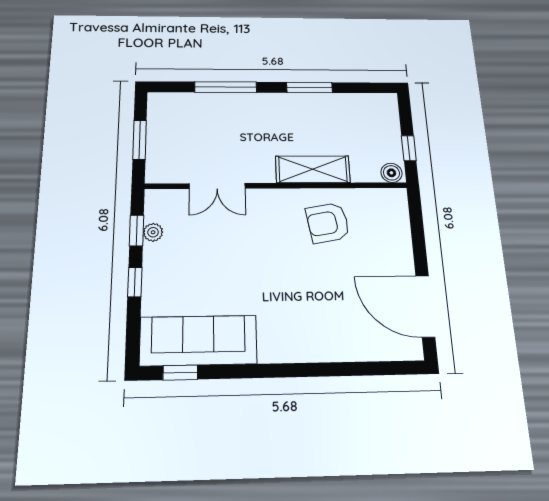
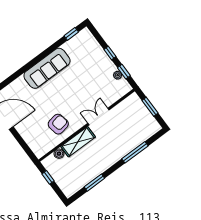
window: (310, 88) -> (94, 183), moved
boiler: (391, 173) -> (59, 154), moved
double door: (217, 186) -> (98, 116), moved
sofa: (198, 340) -> (47, 68), moved

